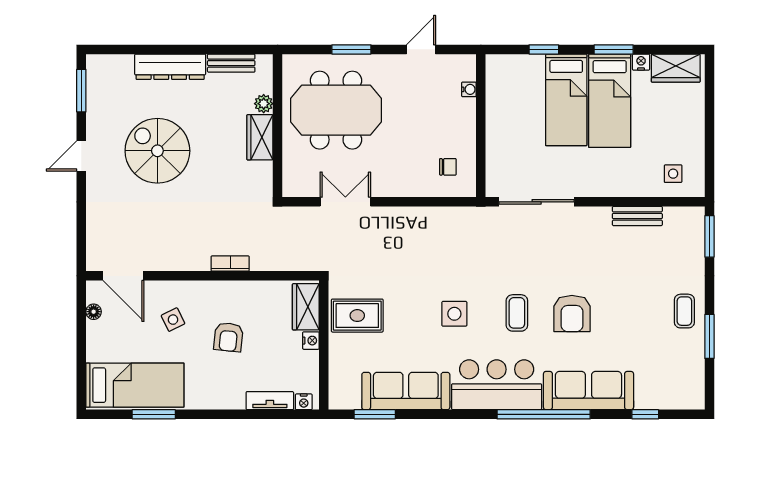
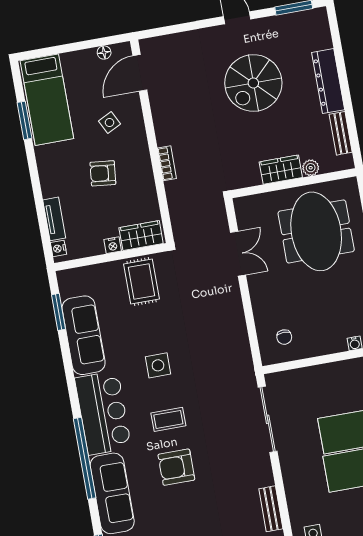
spiral stairs: (157, 151) -> (253, 83), turned 180

